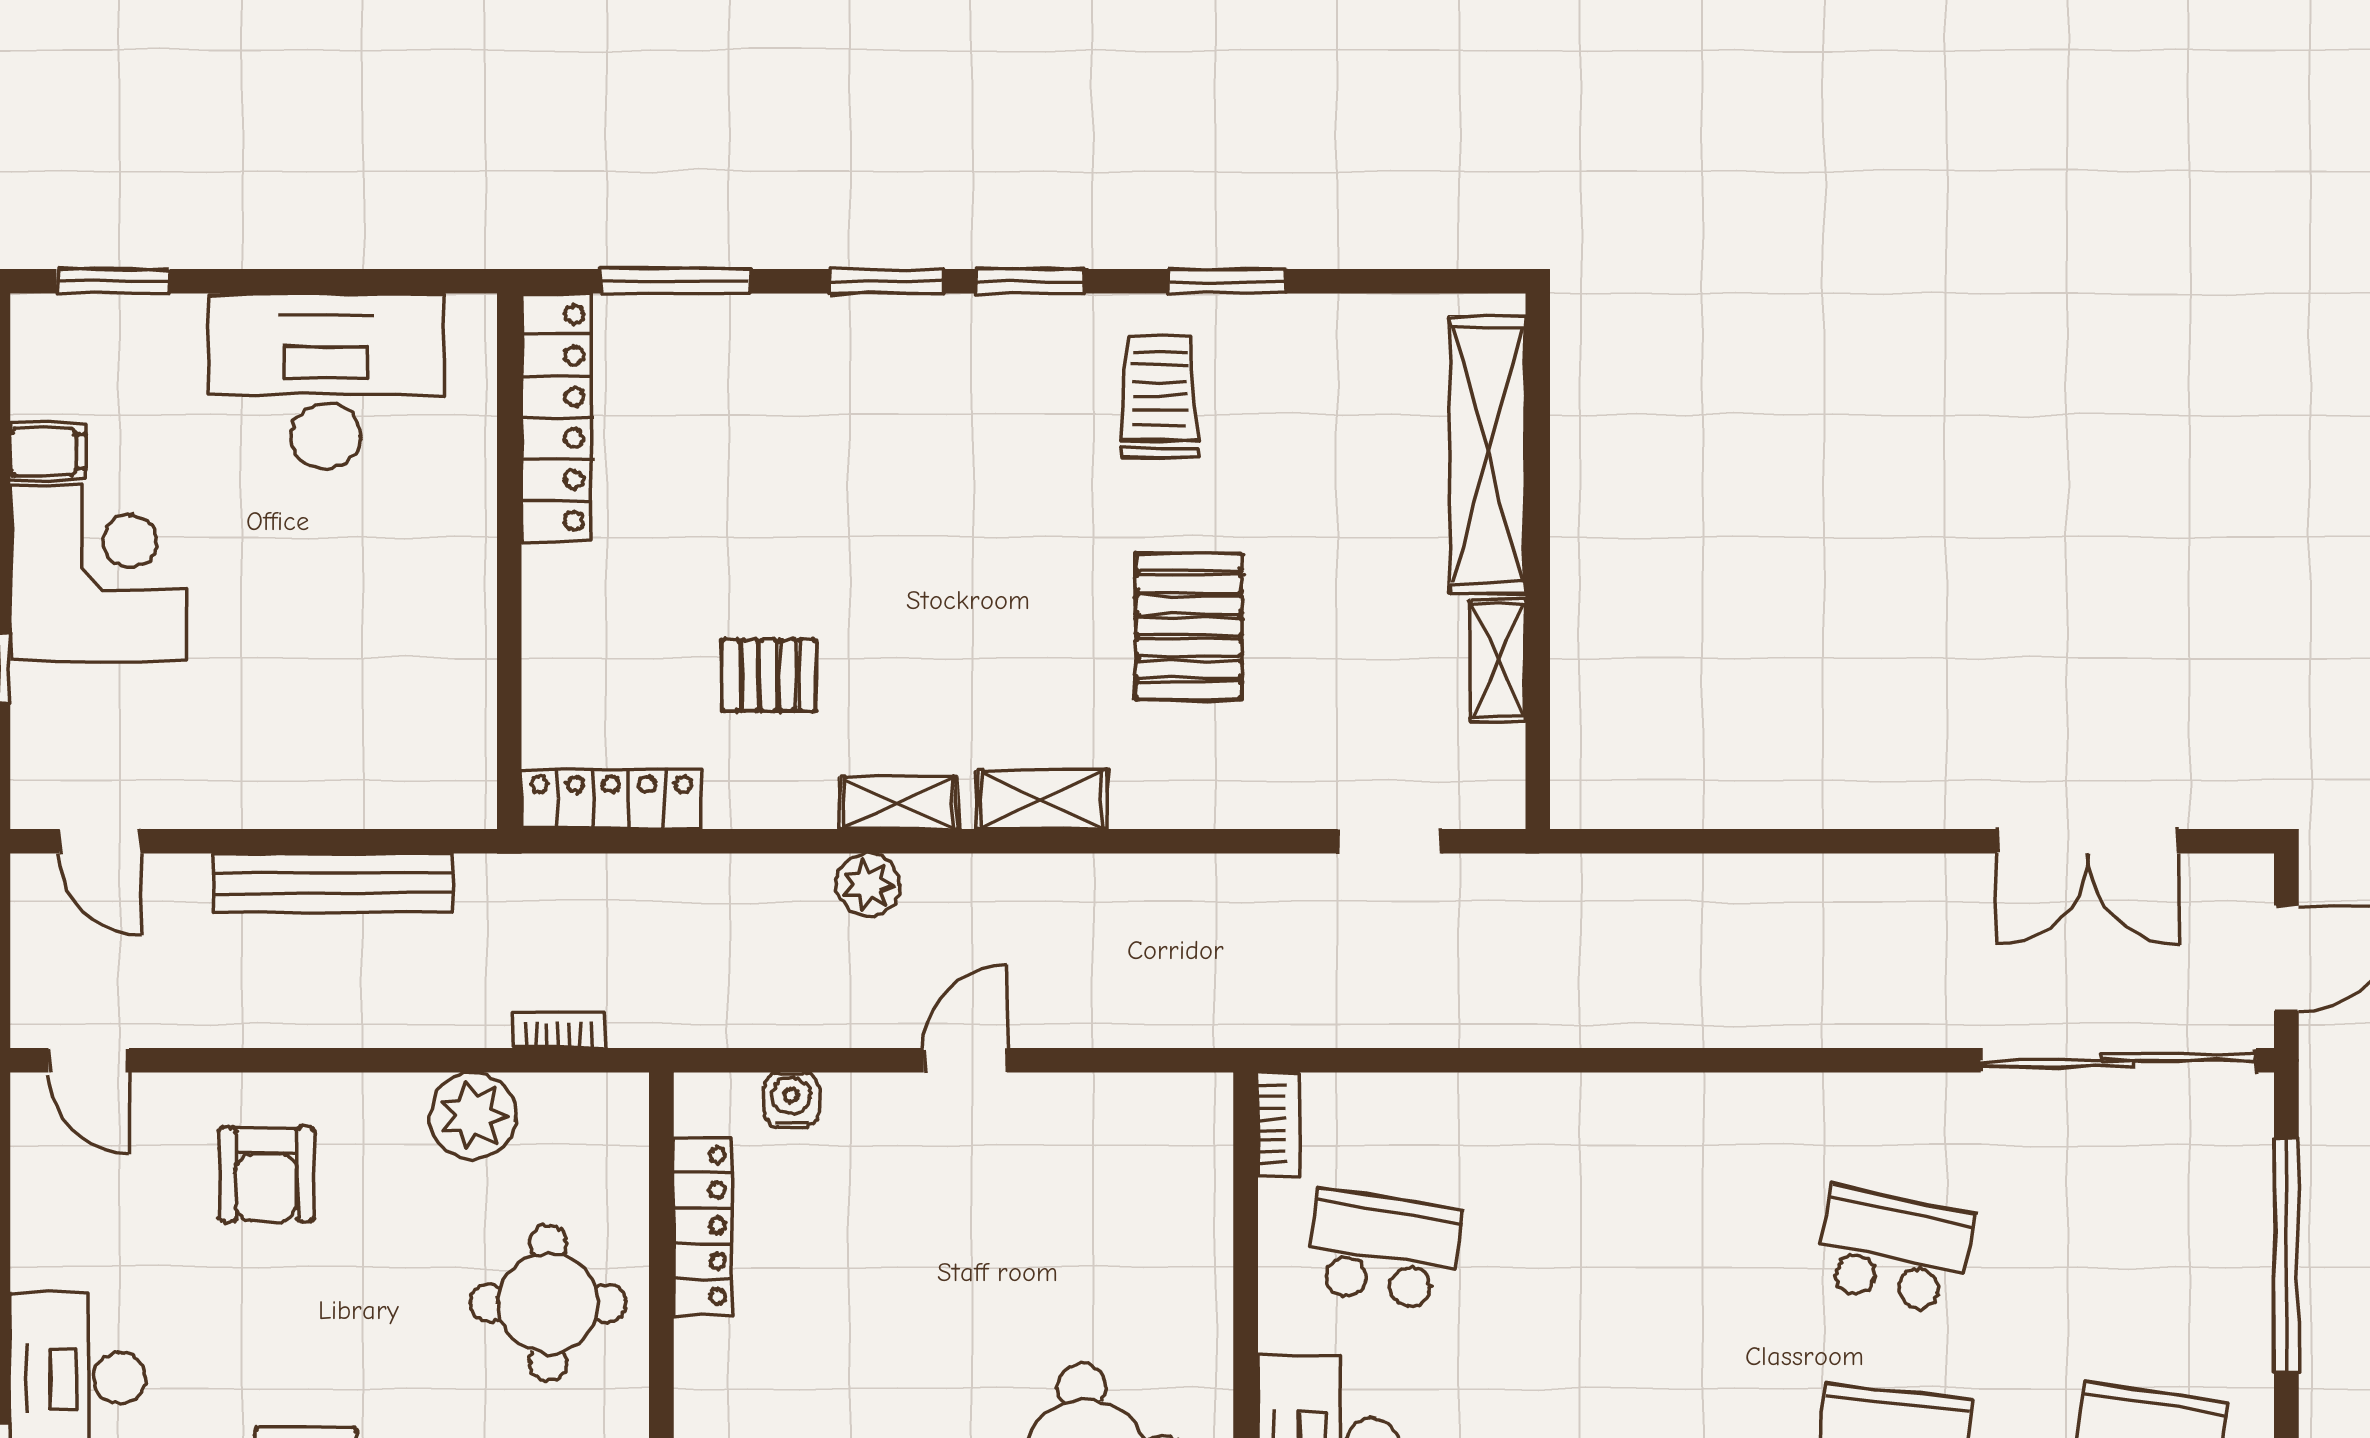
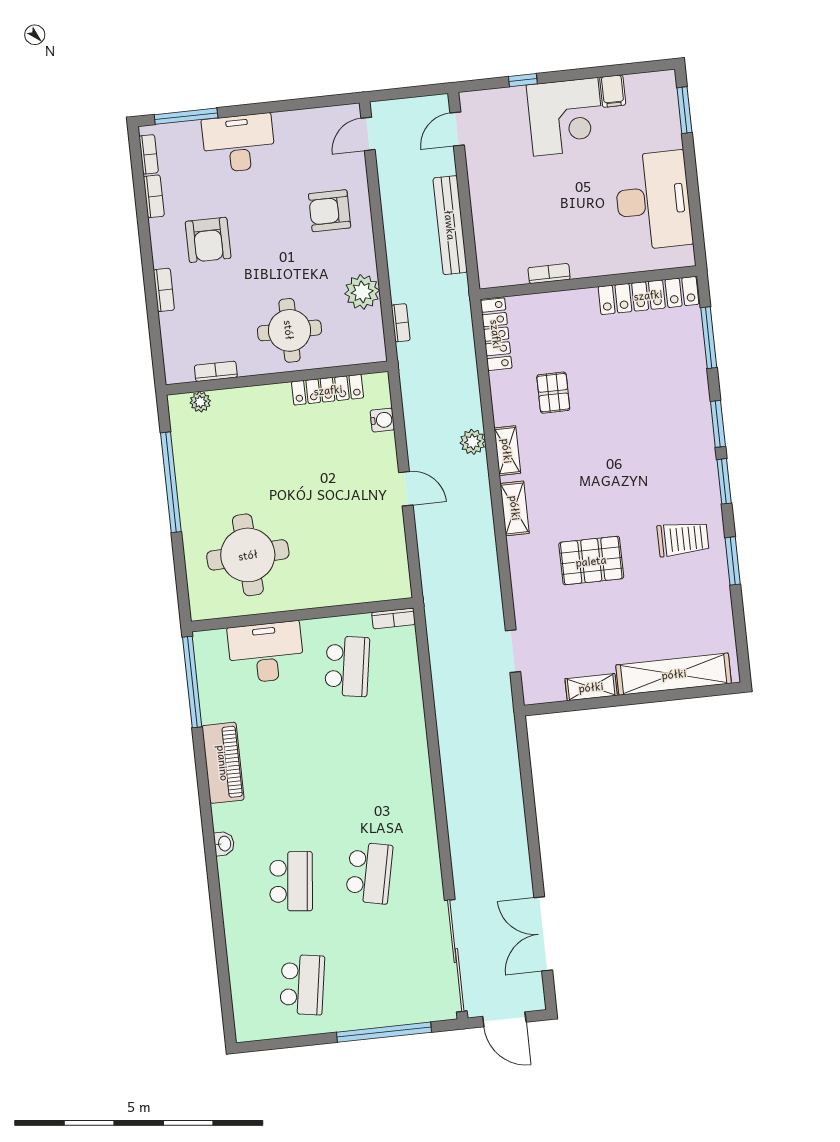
bookcase: (477, 655) -> (549, 274), added

